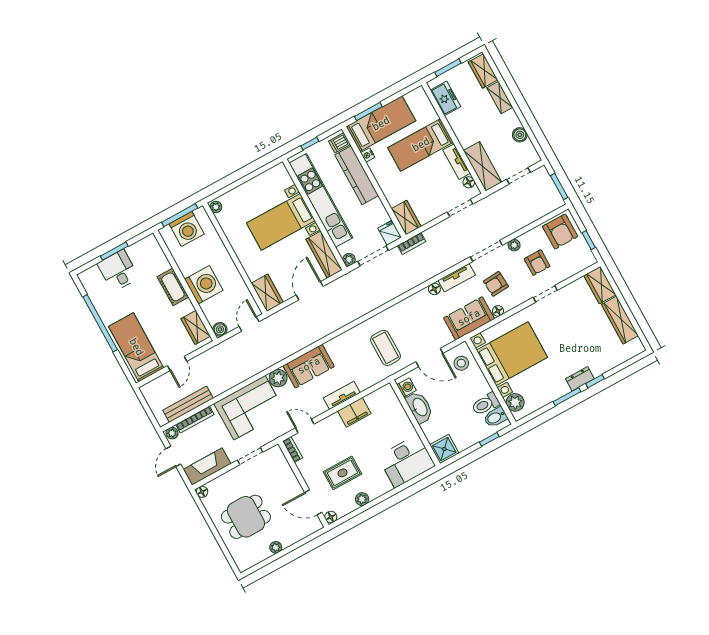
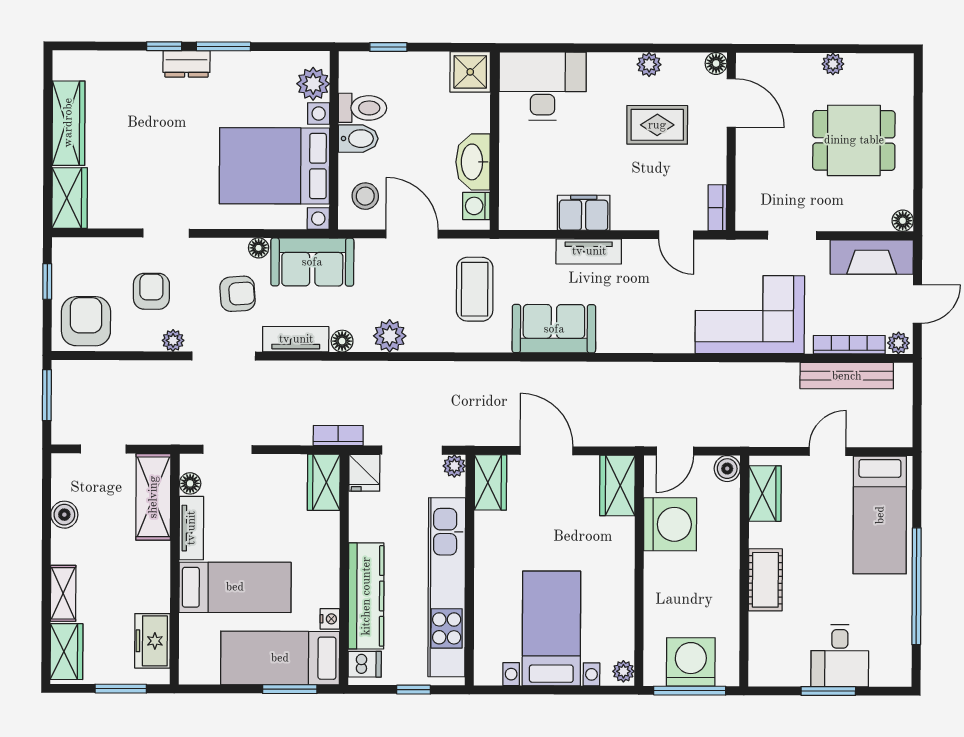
bed with nightstands: (281, 222) -> (551, 628), moved, turned -90
wardrobe: (324, 255) -> (490, 482), width x0.67
washing machine: (204, 285) -> (670, 524), moved, turned 180
door: (310, 291) -> (547, 451), swing flipped
sofa: (309, 366) -> (554, 329), moved
plant: (278, 378) -> (390, 336), moved
bidet: (496, 417) -> (358, 139), moved

